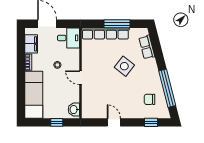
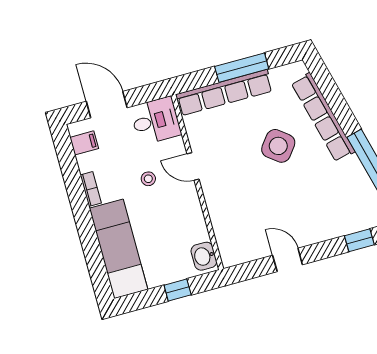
filing cabinet: (31, 44) -> (84, 143), width x0.50
row of seats: (147, 47) -> (323, 117), width x2.02
door: (81, 78) -> (193, 166), moved
chair: (150, 99) -> (344, 197), removed

